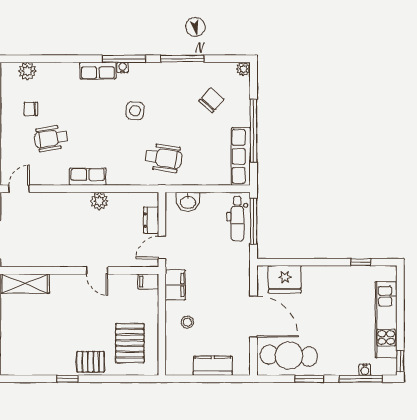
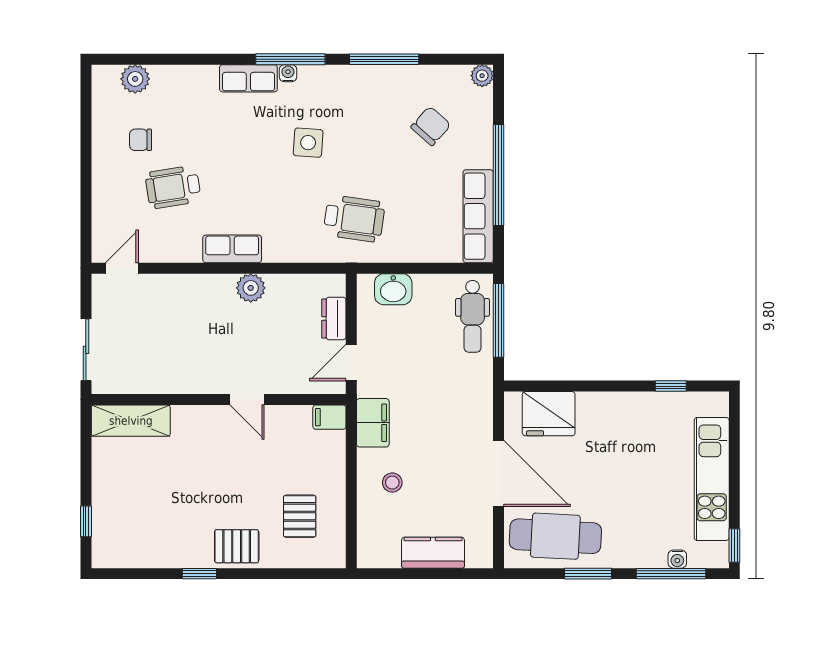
pallet: (130, 343) -> (300, 516), width x0.67, depth x0.71

